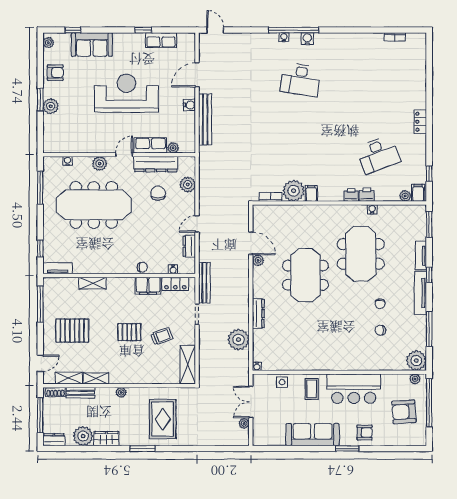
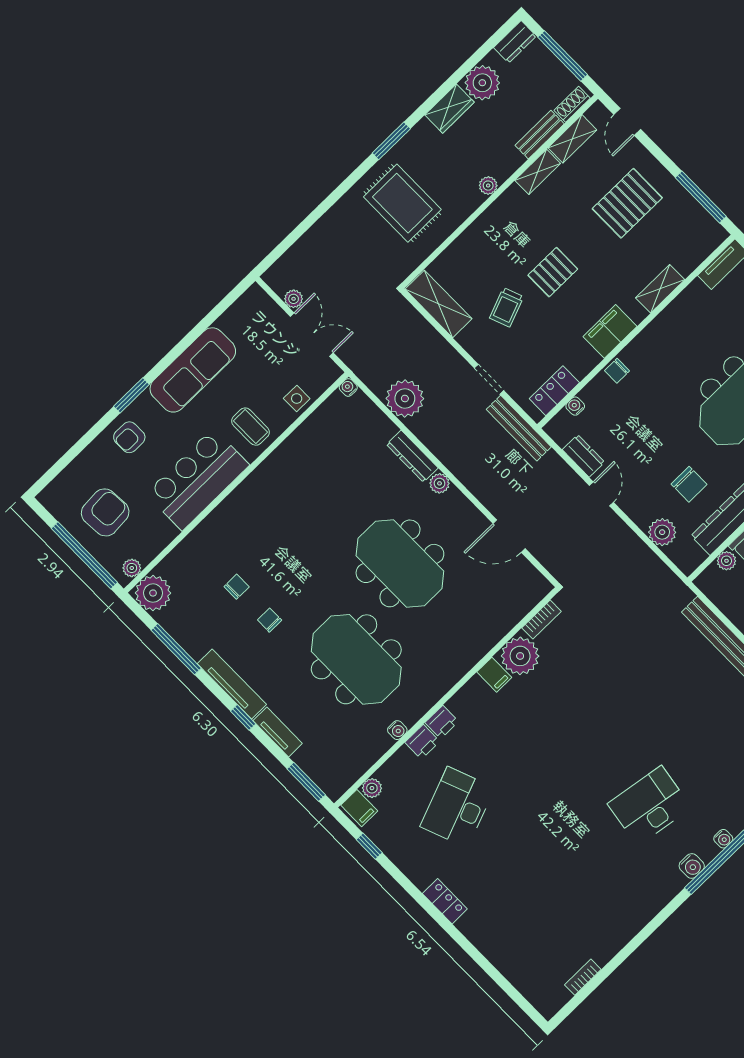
plant: (258, 260) -> (439, 483), moved
filing cabinet: (148, 286) -> (610, 331), moved

